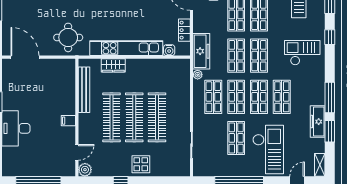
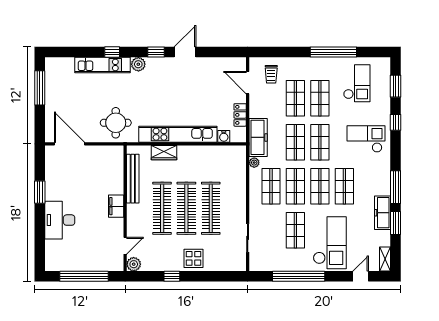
filing cabinet: (68, 121) -> (116, 206), width x2.00

